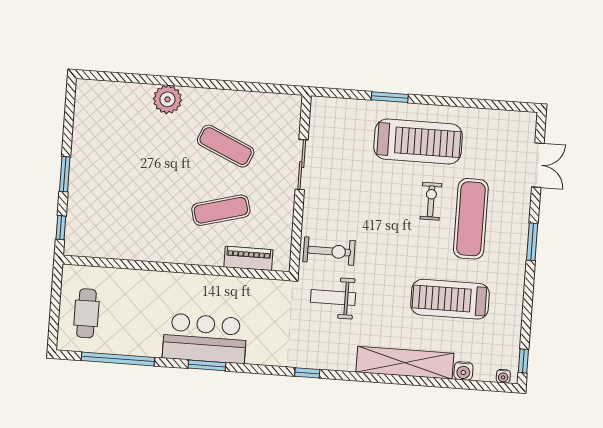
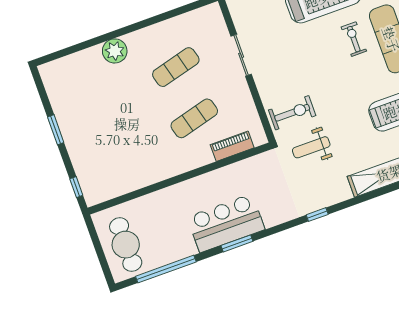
exercise mat: (226, 146) -> (176, 67), turned -39
window: (65, 174) -> (56, 130), moved
cafe table: (86, 313) -> (126, 245), width x1.37, depth x1.35

